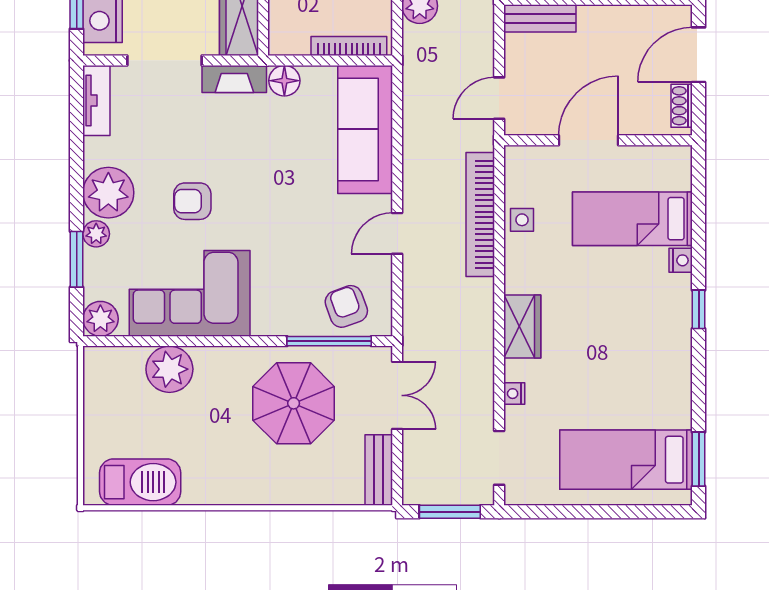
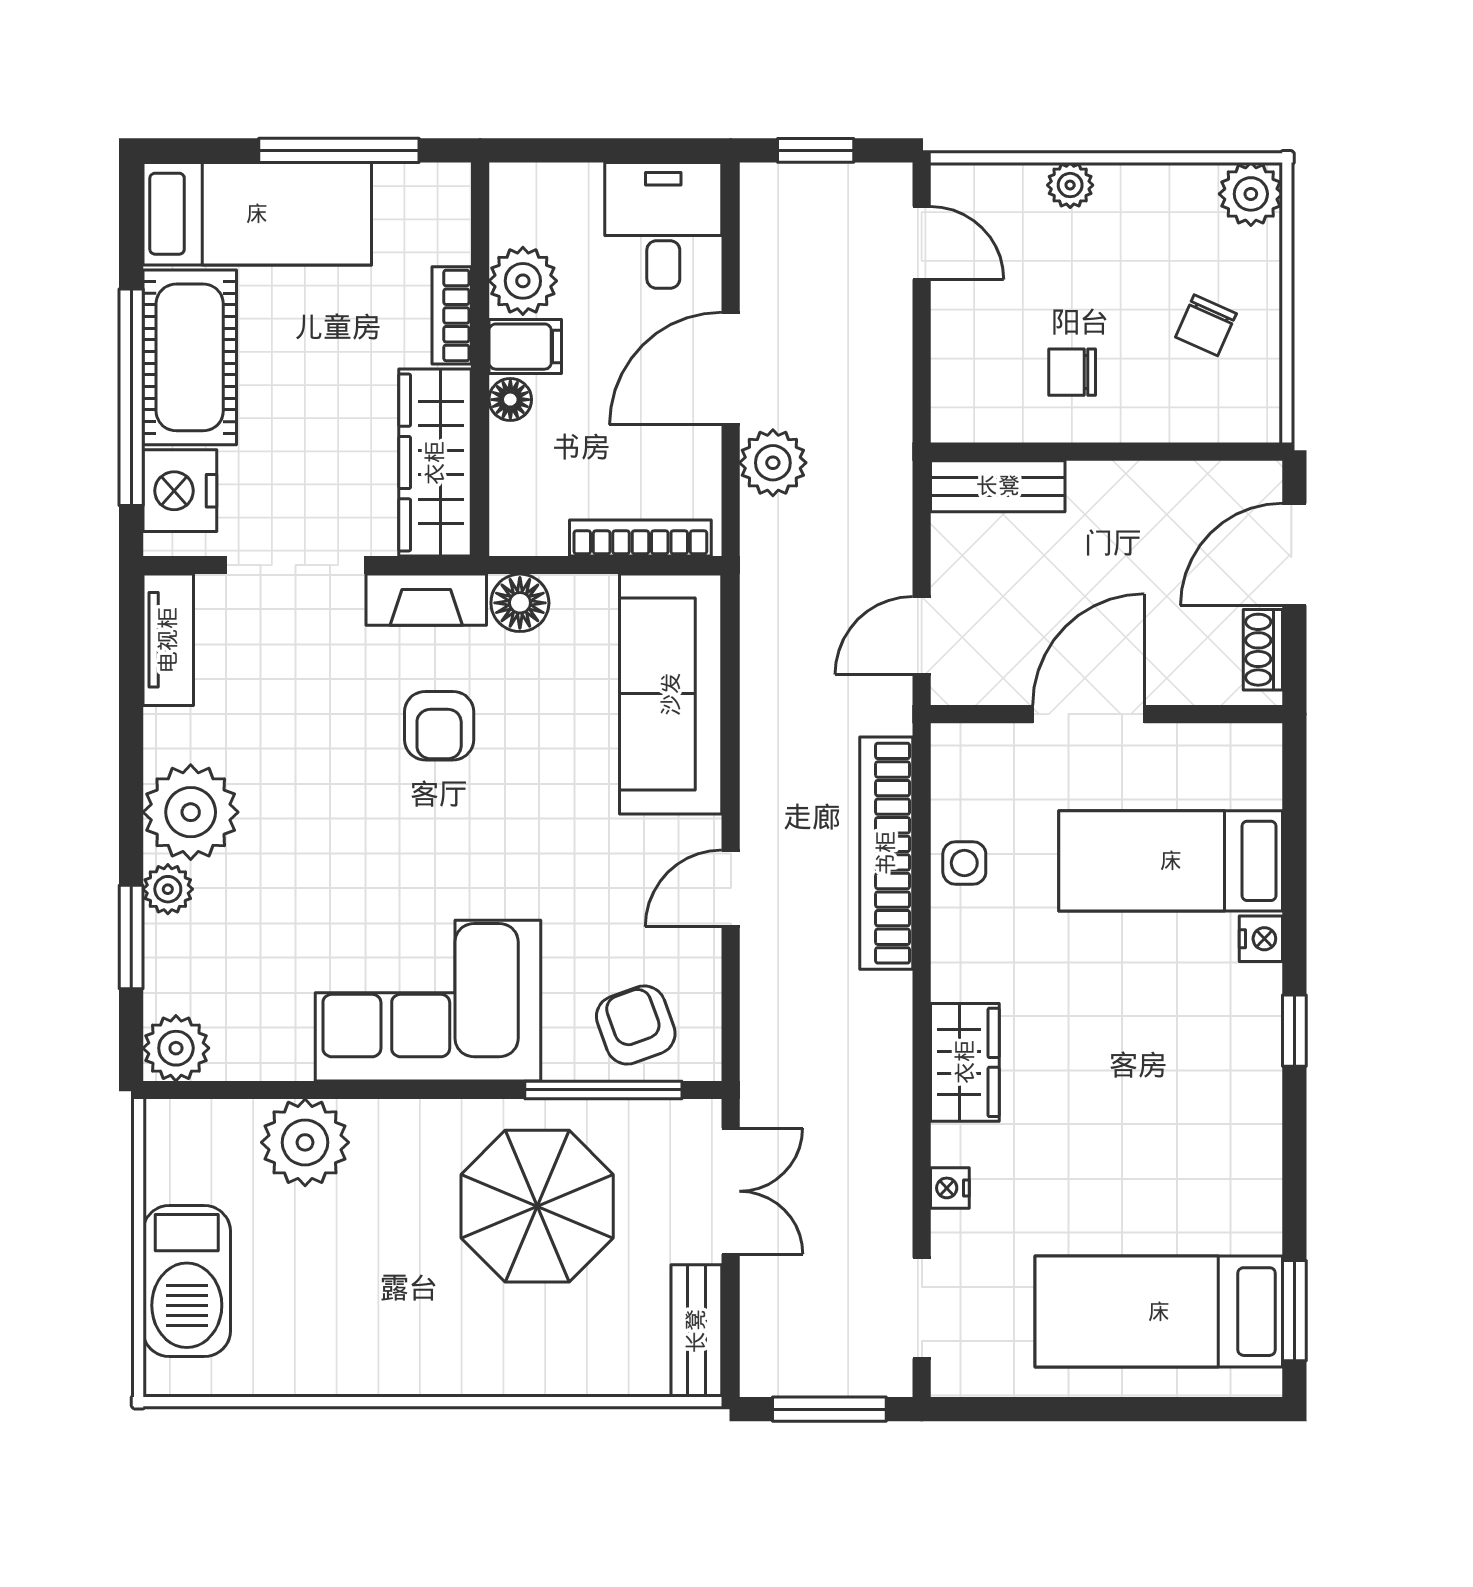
armchair: (192, 201) -> (439, 726), moved, turned -90
corner sofa: (190, 293) -> (428, 1001), moved
barbecue: (140, 482) -> (187, 1281), moved, turned 90

